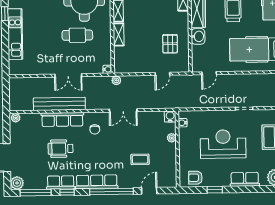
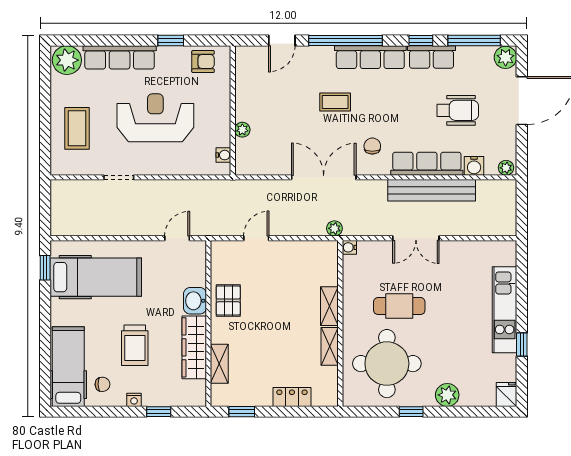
pallet: (170, 44) -> (228, 300), moved
double door: (68, 75) -> (416, 238), swing flipped
double door: (123, 110) -> (324, 177), width x1.37
water cooler: (170, 117) -> (474, 166), moved
reception desk: (223, 144) -> (155, 118), turned 180
wheelchair: (61, 149) -> (458, 110), moved
coffee table: (140, 159) -> (335, 102), moved
row of seats: (245, 179) -> (120, 57), width x1.48

